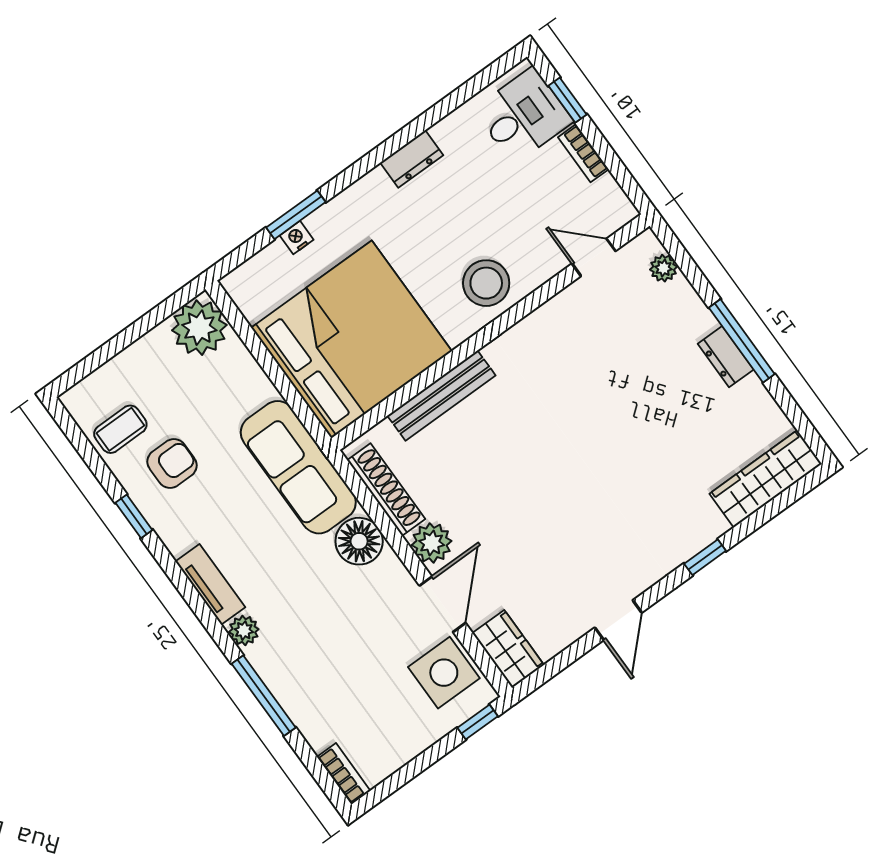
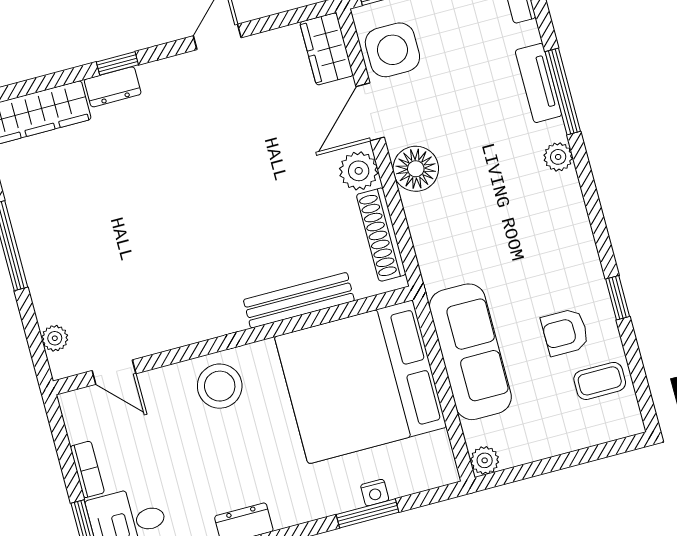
plant: (199, 328) -> (485, 460), width x0.53, depth x0.53
dresser: (726, 357) -> (113, 87), moved, turned 90
sofa: (298, 467) -> (470, 352), moved
floor lamp: (359, 541) -> (416, 169), moved
tv unit: (210, 584) -> (538, 83), moved

